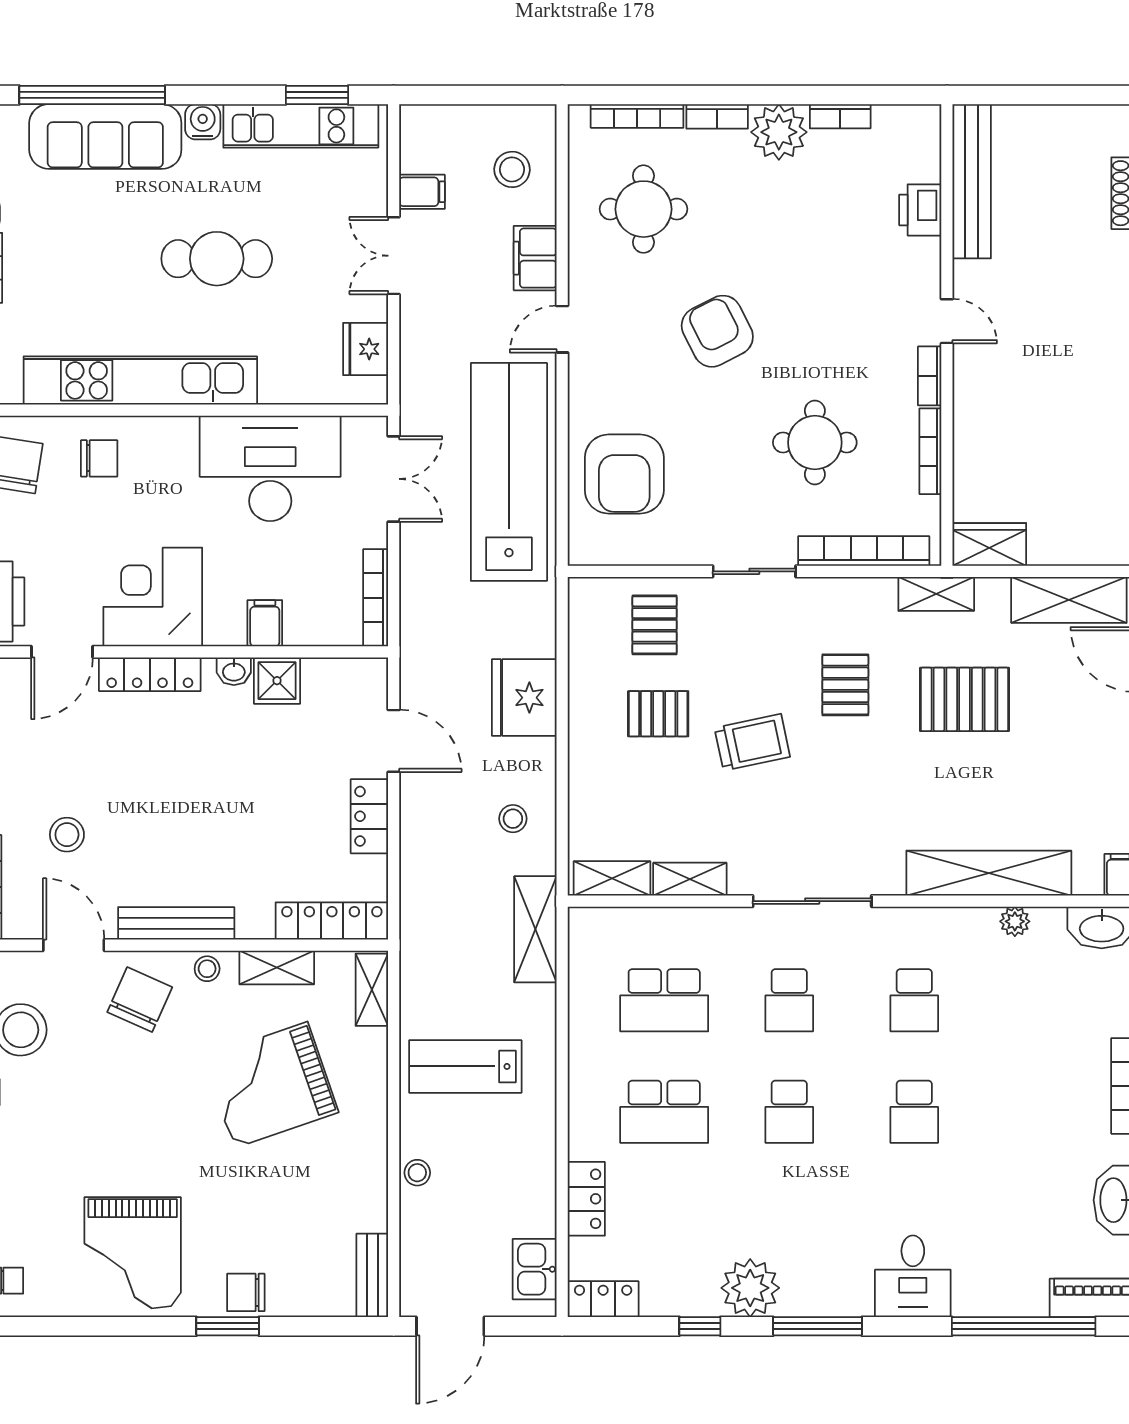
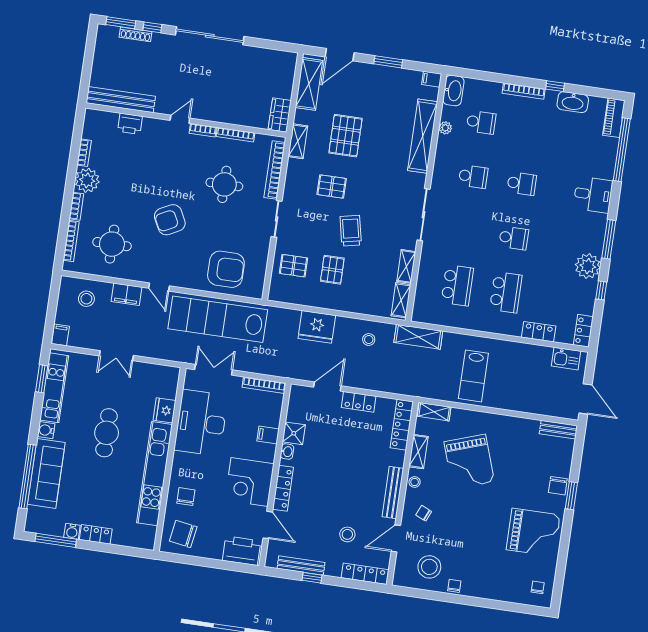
filing cabinet: (422, 192) -> (60, 335), moved
fridge: (366, 349) -> (165, 410), moved, turned 90
chair: (140, 1000) -> (424, 513), width x0.54, depth x0.54
school desk: (789, 1000) -> (481, 122), moved
stool: (417, 1173) -> (517, 404), removed

